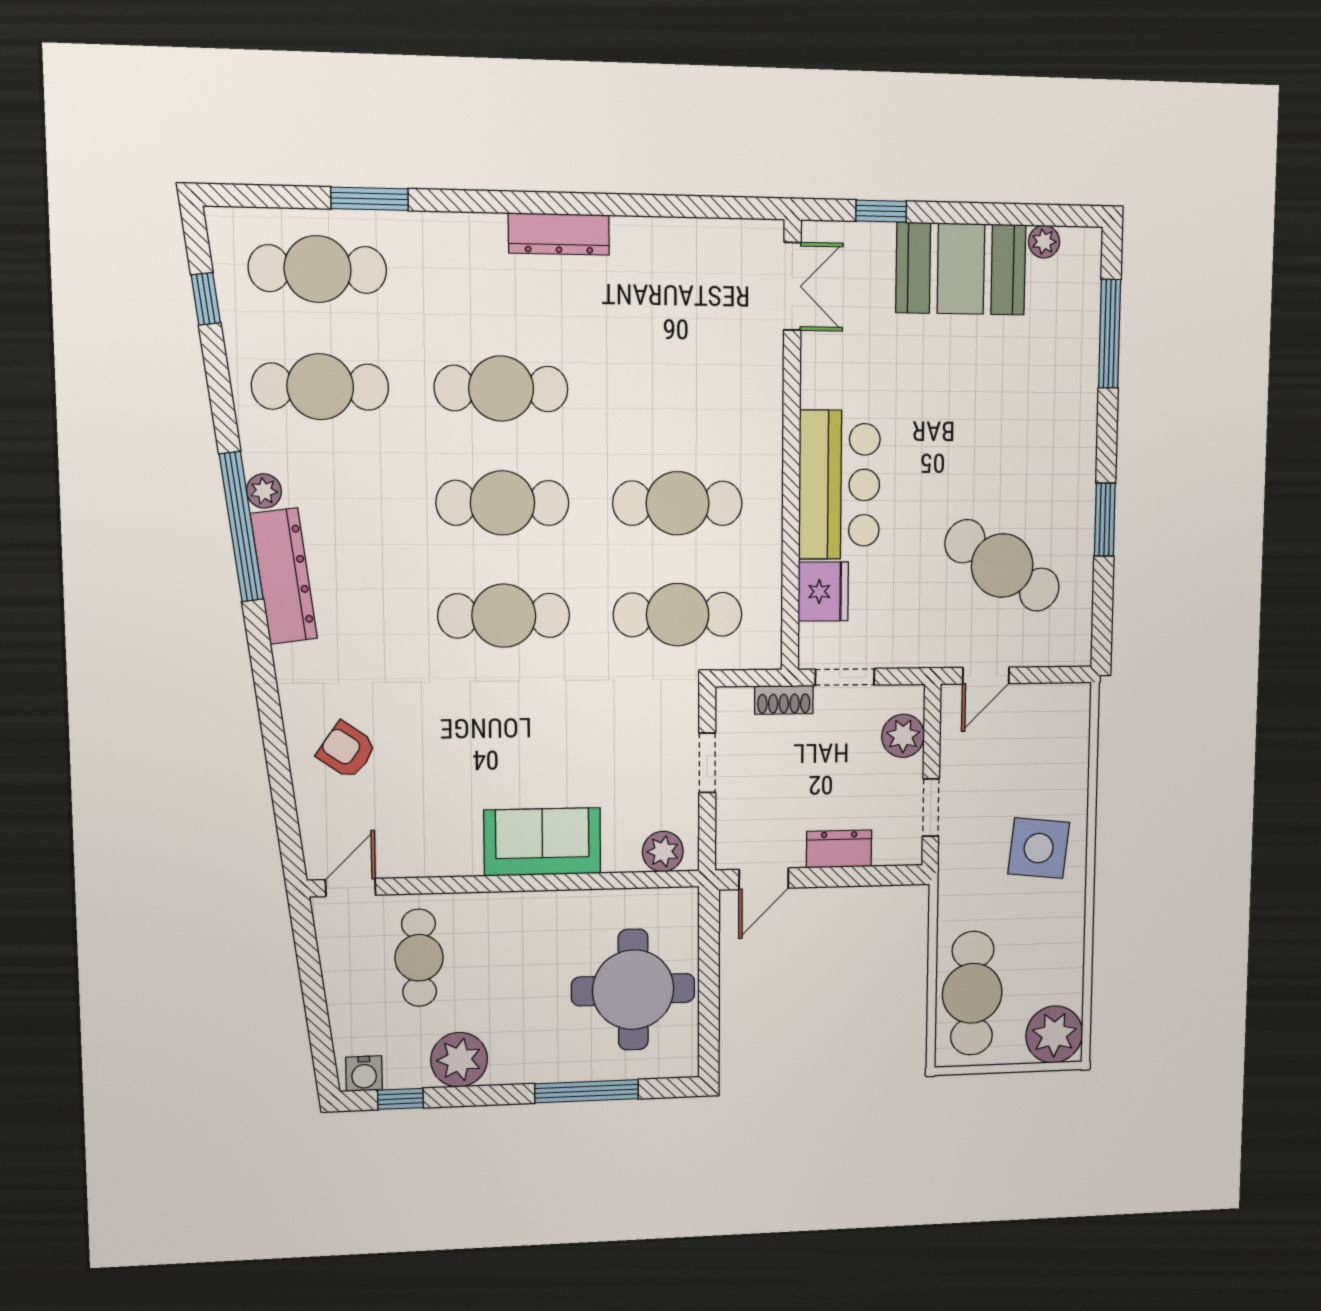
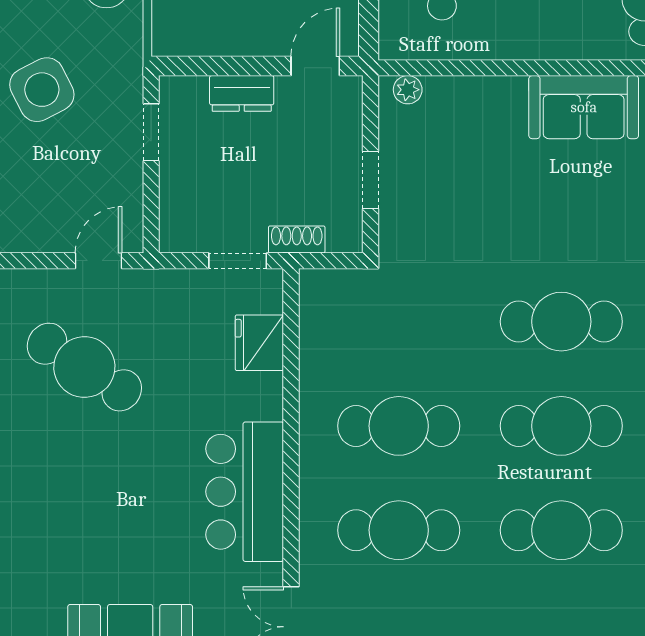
bar counter: (839, 485) -> (245, 492), moved
cafe table: (678, 615) -> (399, 530), moved
plant: (903, 736) -> (180, 203), removed
sofa: (542, 842) -> (584, 107), moved
side table: (1039, 848) -> (42, 90), turned -33
plant: (663, 852) -> (408, 90), width x0.73, depth x0.73

